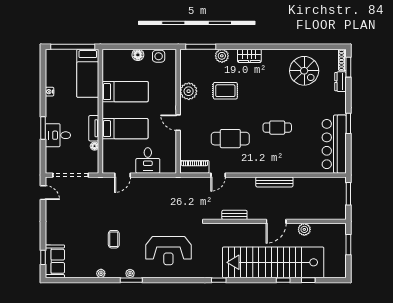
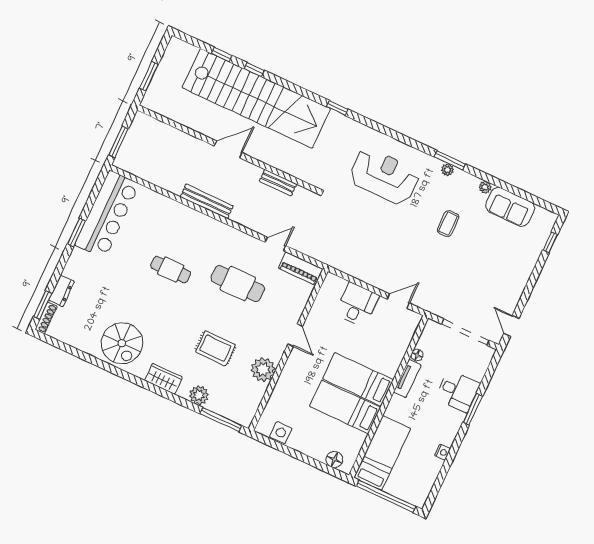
floor lamp: (138, 55) -> (334, 460), moved
spiral stairs: (304, 71) -> (122, 343), moved, turned 180
bed: (125, 129) -> (358, 379), moved
plant: (304, 229) -> (197, 122), removed
sofa: (55, 261) -> (510, 207), moved, turned -90

